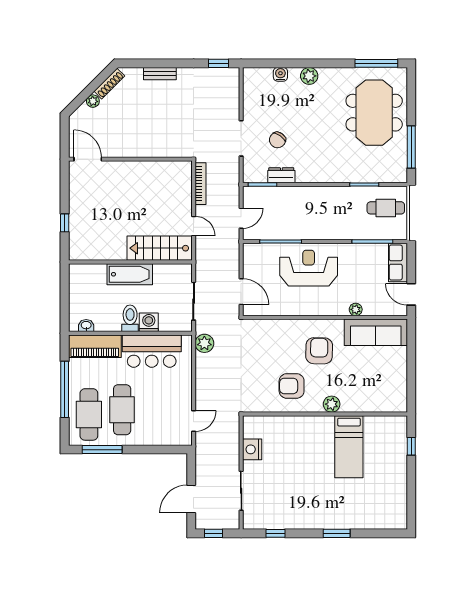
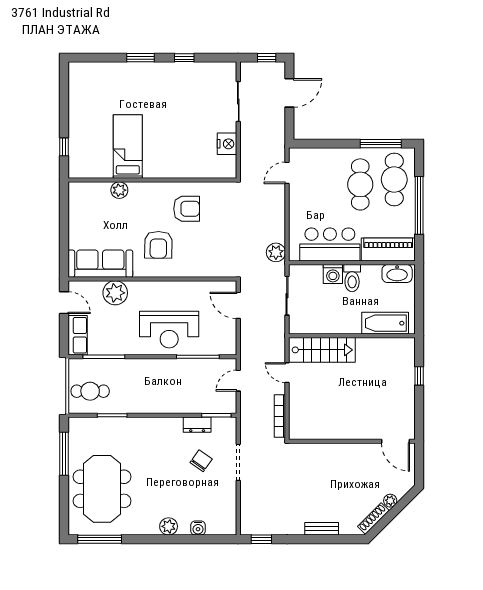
bathtub: (130, 274) -> (385, 323), moved
plant: (356, 309) -> (115, 293), width x1.87, depth x1.87
washbasin: (86, 325) -> (397, 274), width x1.91, depth x1.45
plant: (332, 404) -> (119, 190), moved
window: (276, 533) -> (184, 58), moved

